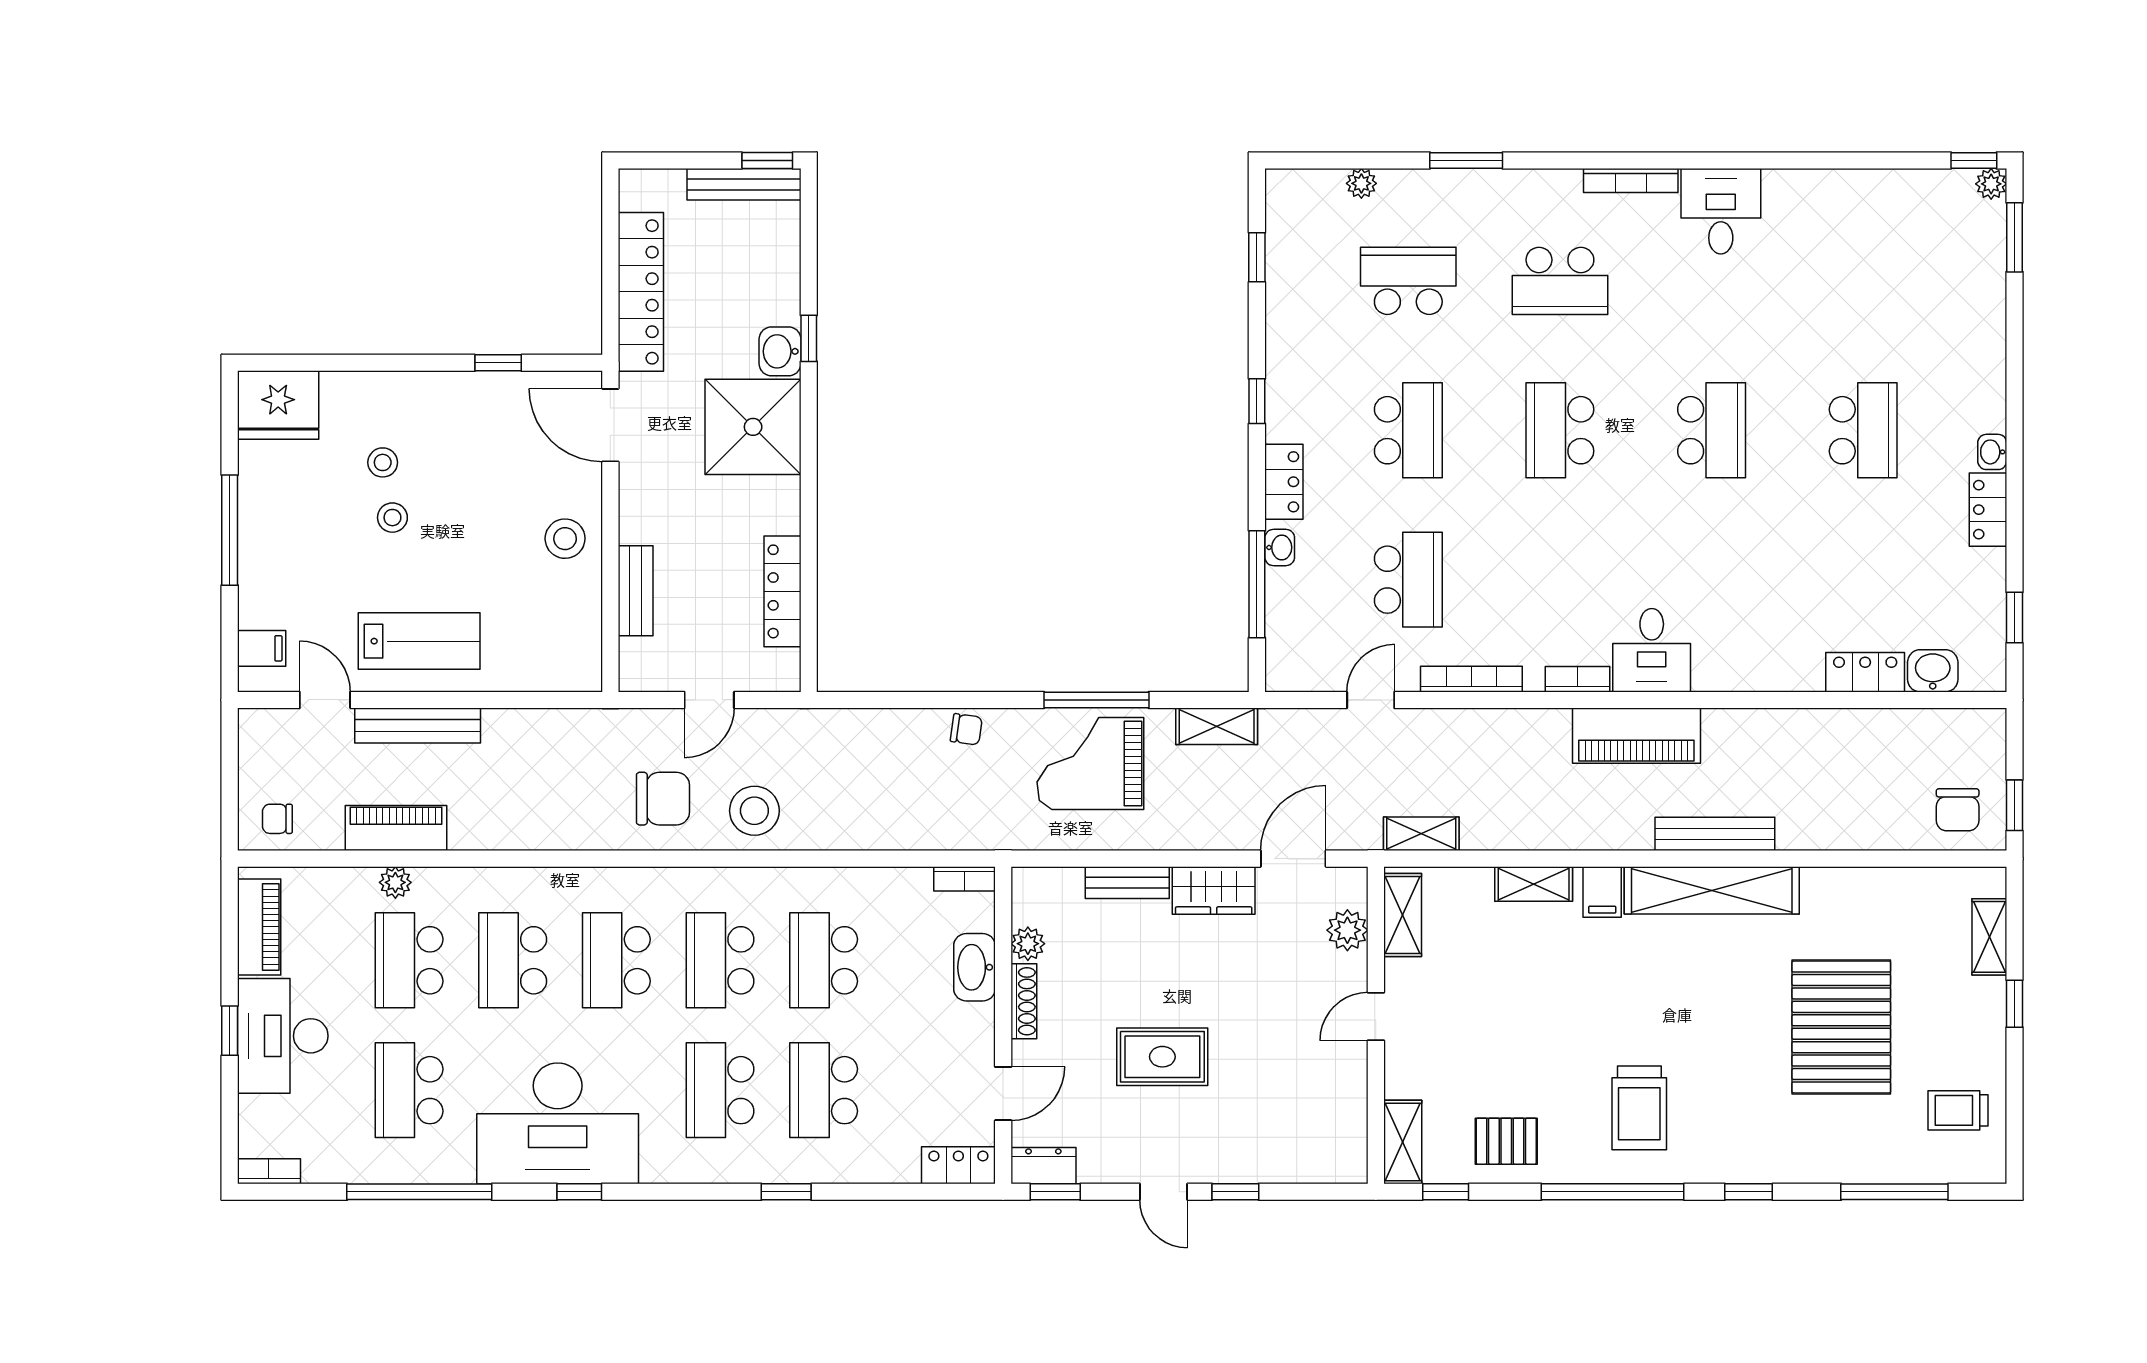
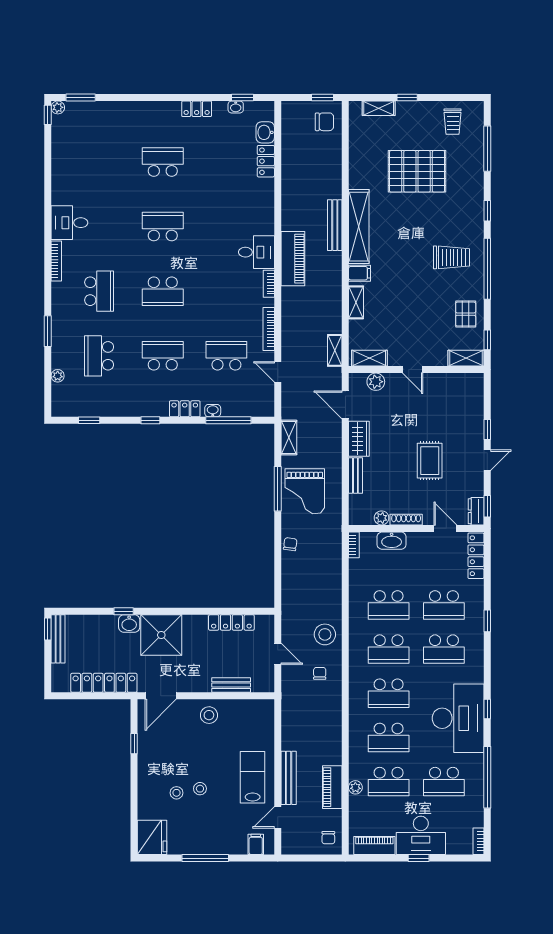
washbasin: (1992, 452) -> (236, 107), moved
chair: (663, 799) -> (320, 673), width x0.54, depth x0.54
locker: (958, 1165) -> (476, 556), width x1.53

